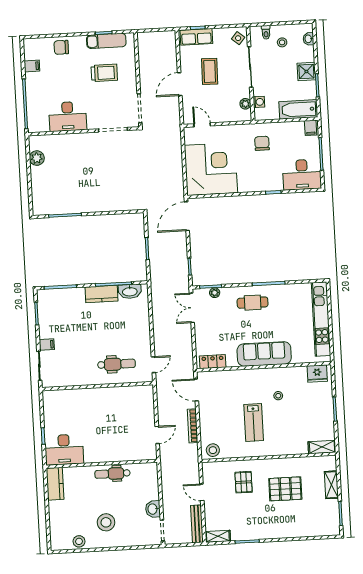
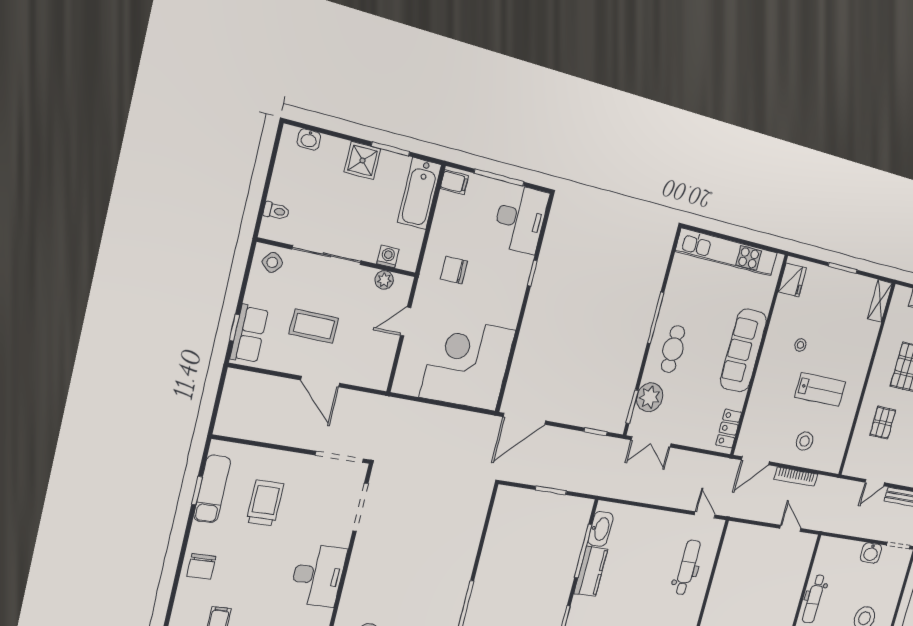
stool: (282, 42) -> (302, 188), removed
door: (202, 125) -> (406, 322), moved
door: (187, 216) -> (525, 419), hinge flipped
plant: (215, 293) -> (650, 397), width x1.88, depth x1.88
stool: (213, 450) -> (805, 441), moved
pallet: (244, 482) -> (883, 422), turned 90

